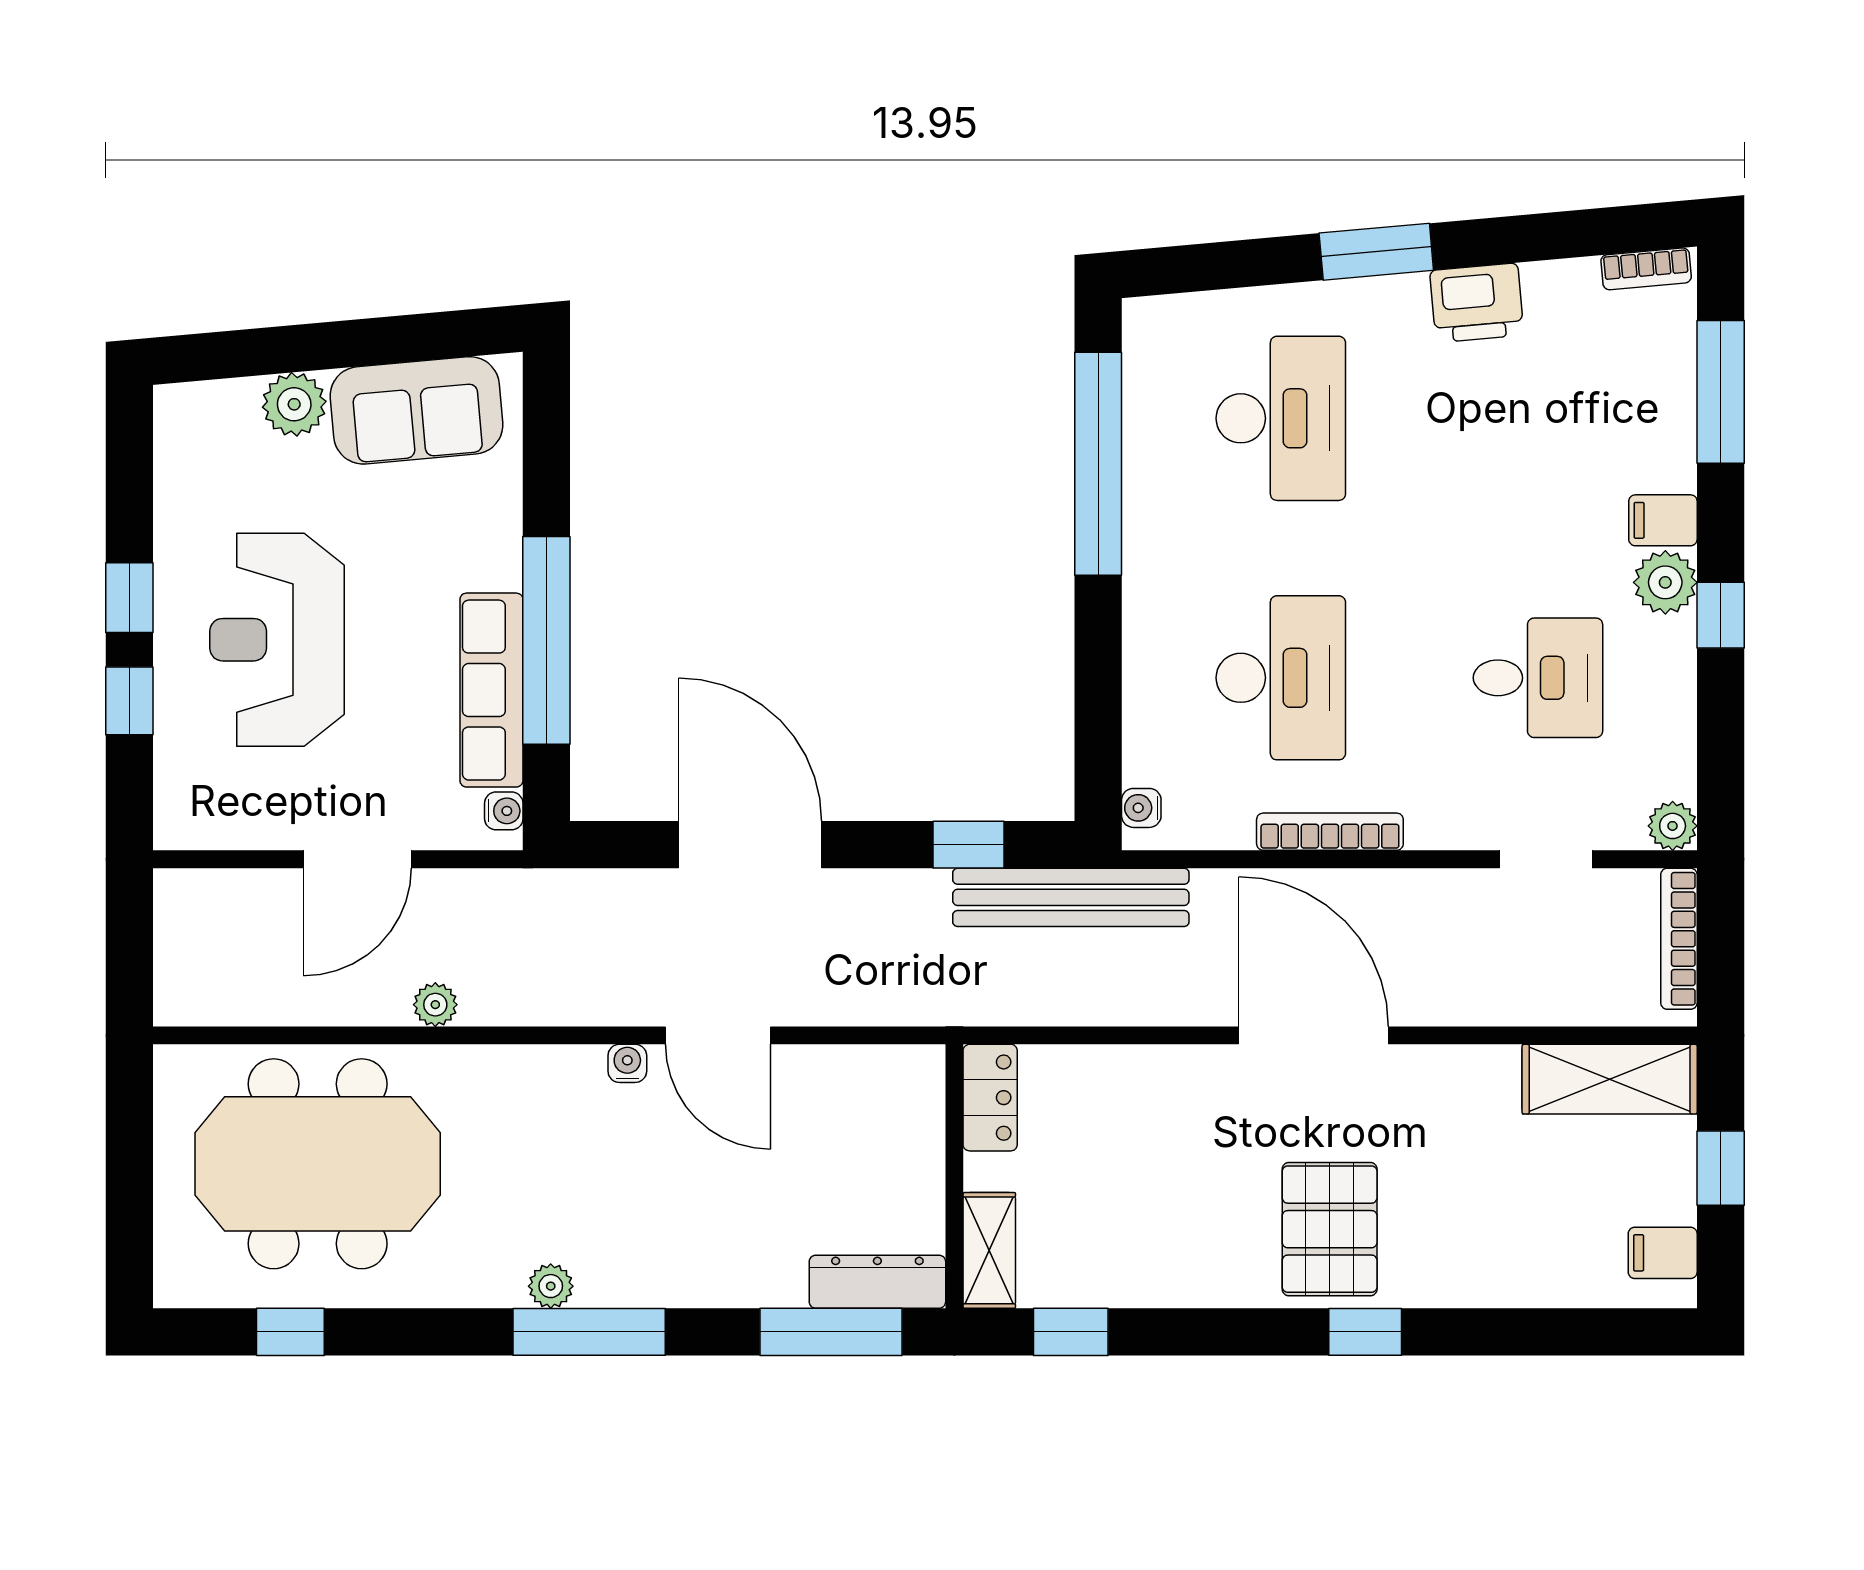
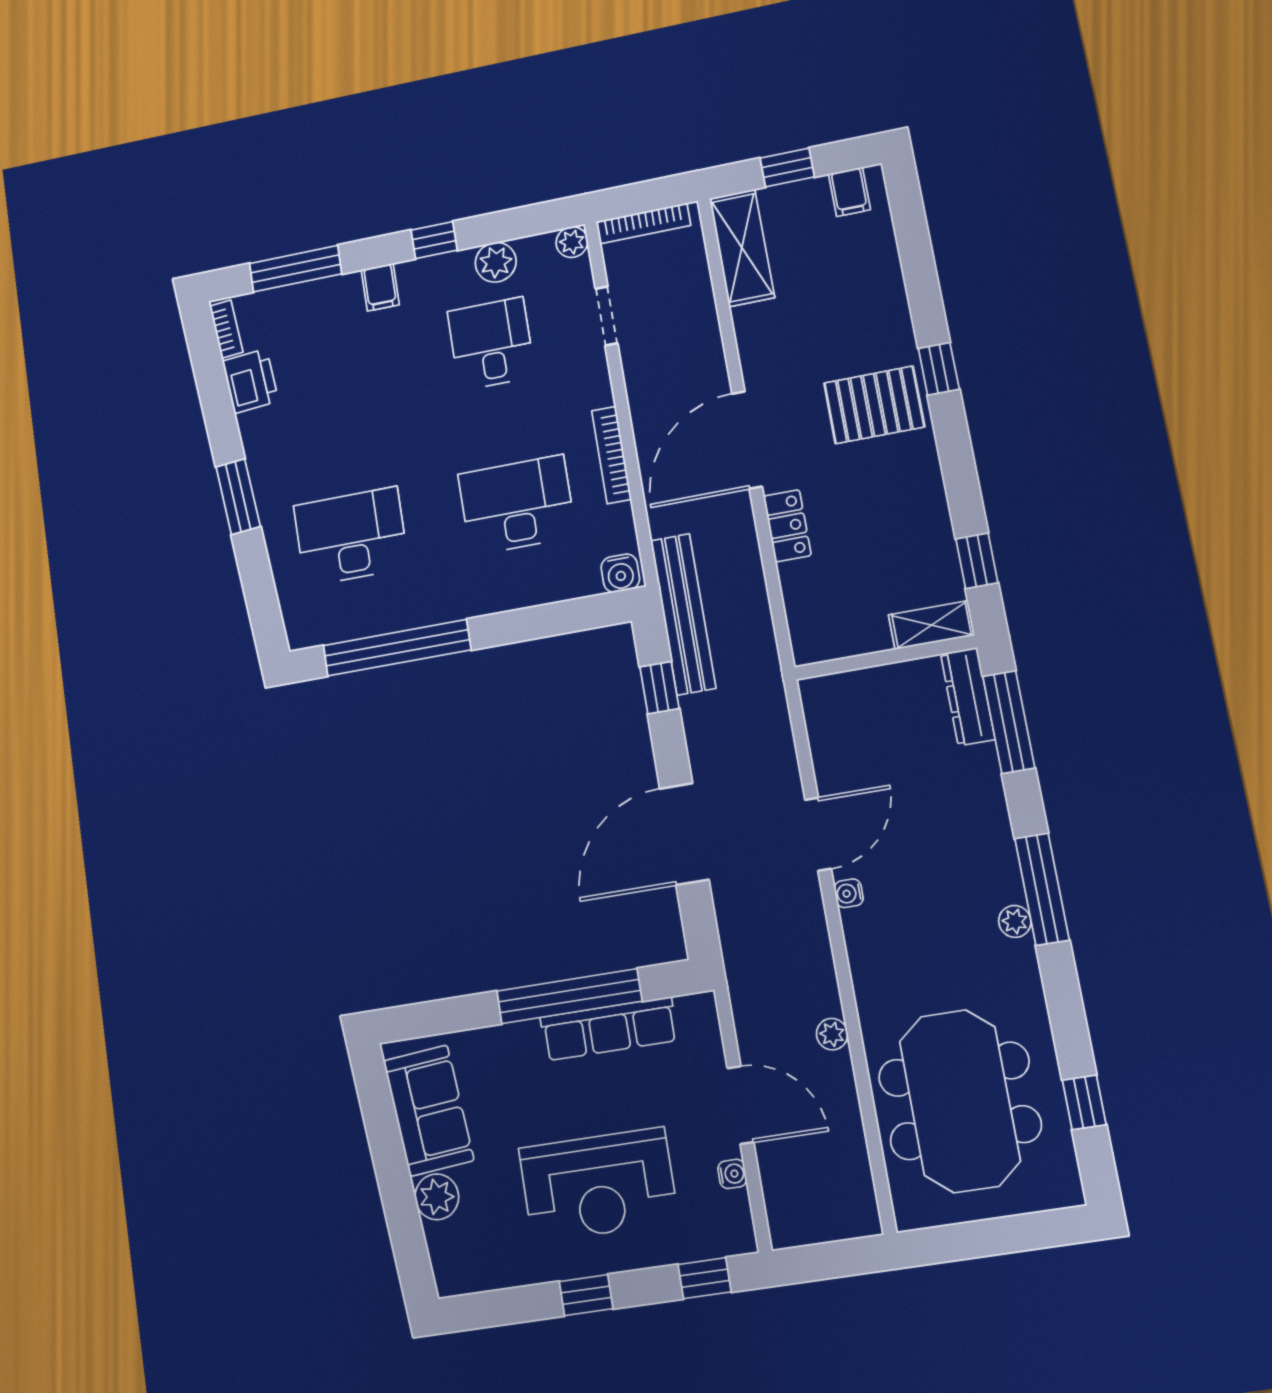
printer: (1477, 303) -> (250, 381), moved
plant: (1665, 582) -> (496, 262), moved
window: (129, 701) -> (705, 1278), moved
water cooler: (1141, 808) -> (620, 573), width x1.38, depth x1.38
water cooler: (504, 811) -> (732, 1174), moved, turned 90
locker: (990, 1098) -> (787, 526), moved, turned 90

